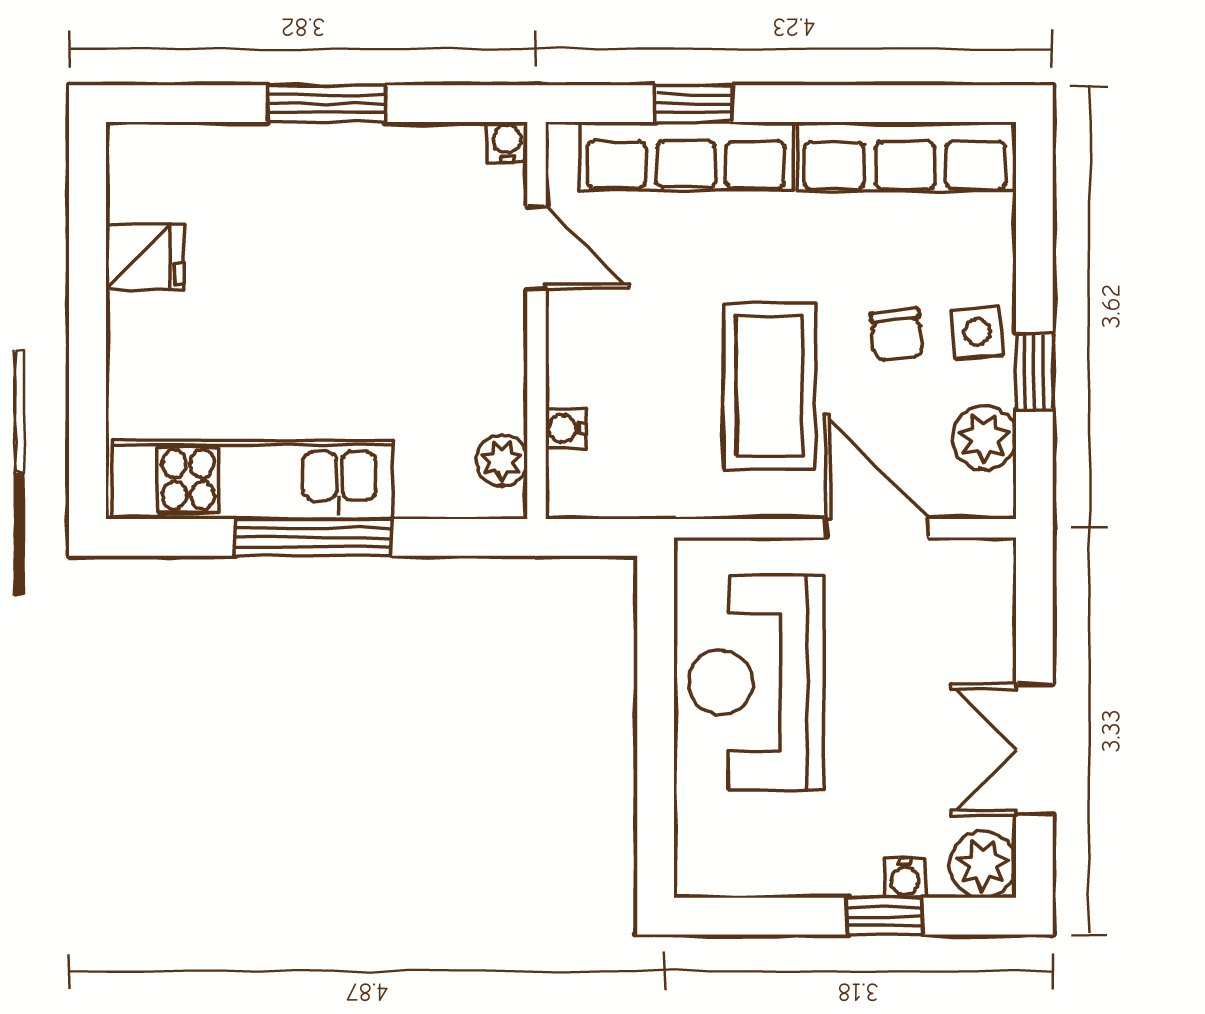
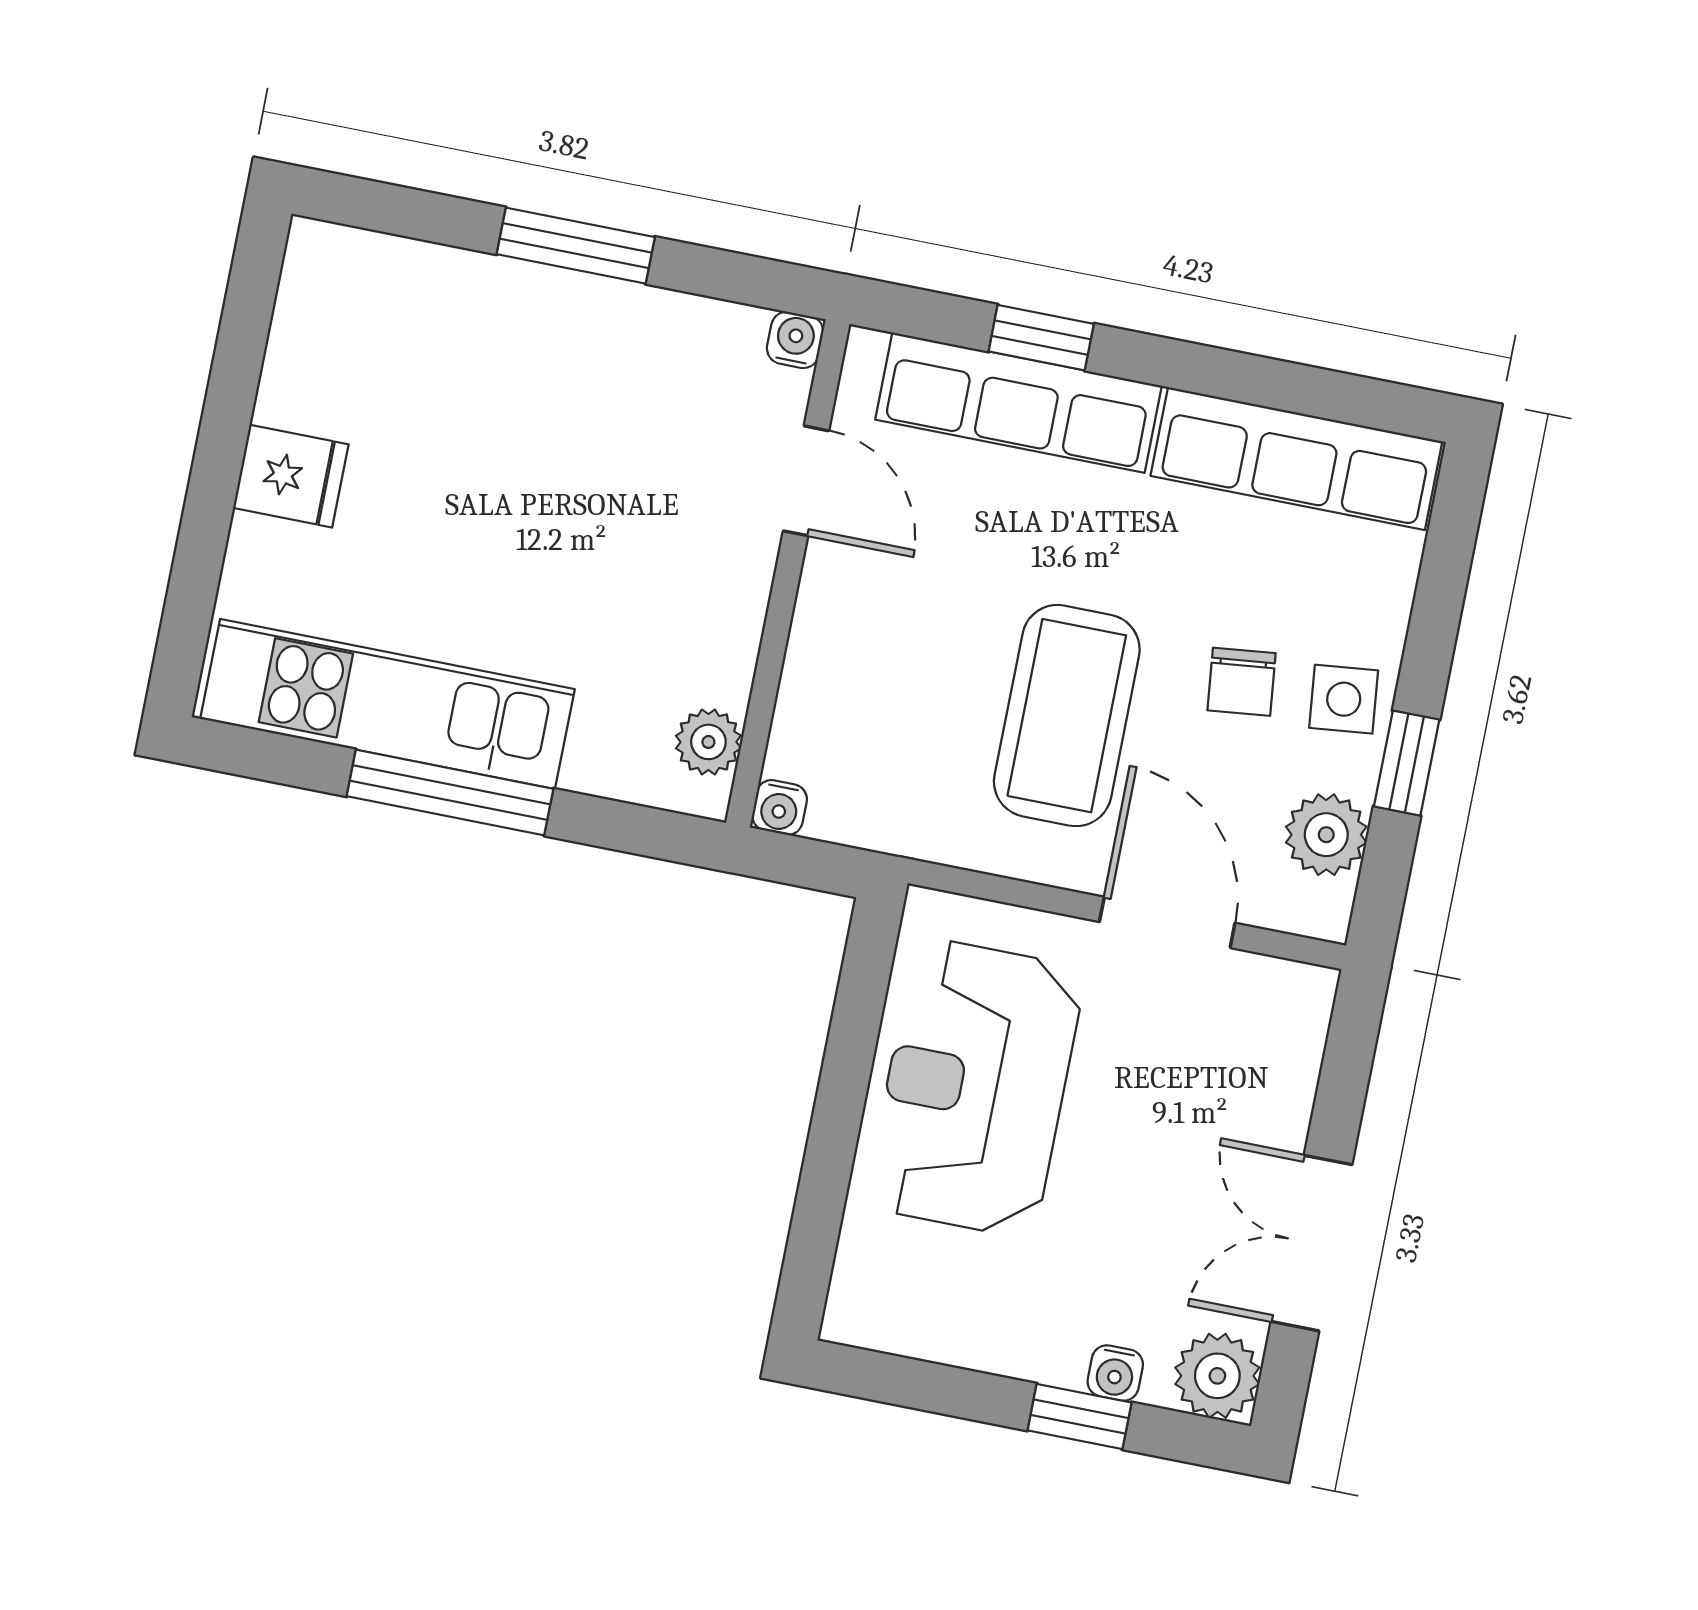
fridge: (145, 257) -> (291, 476), moved
water cooler: (565, 428) -> (780, 807), moved, turned -90

